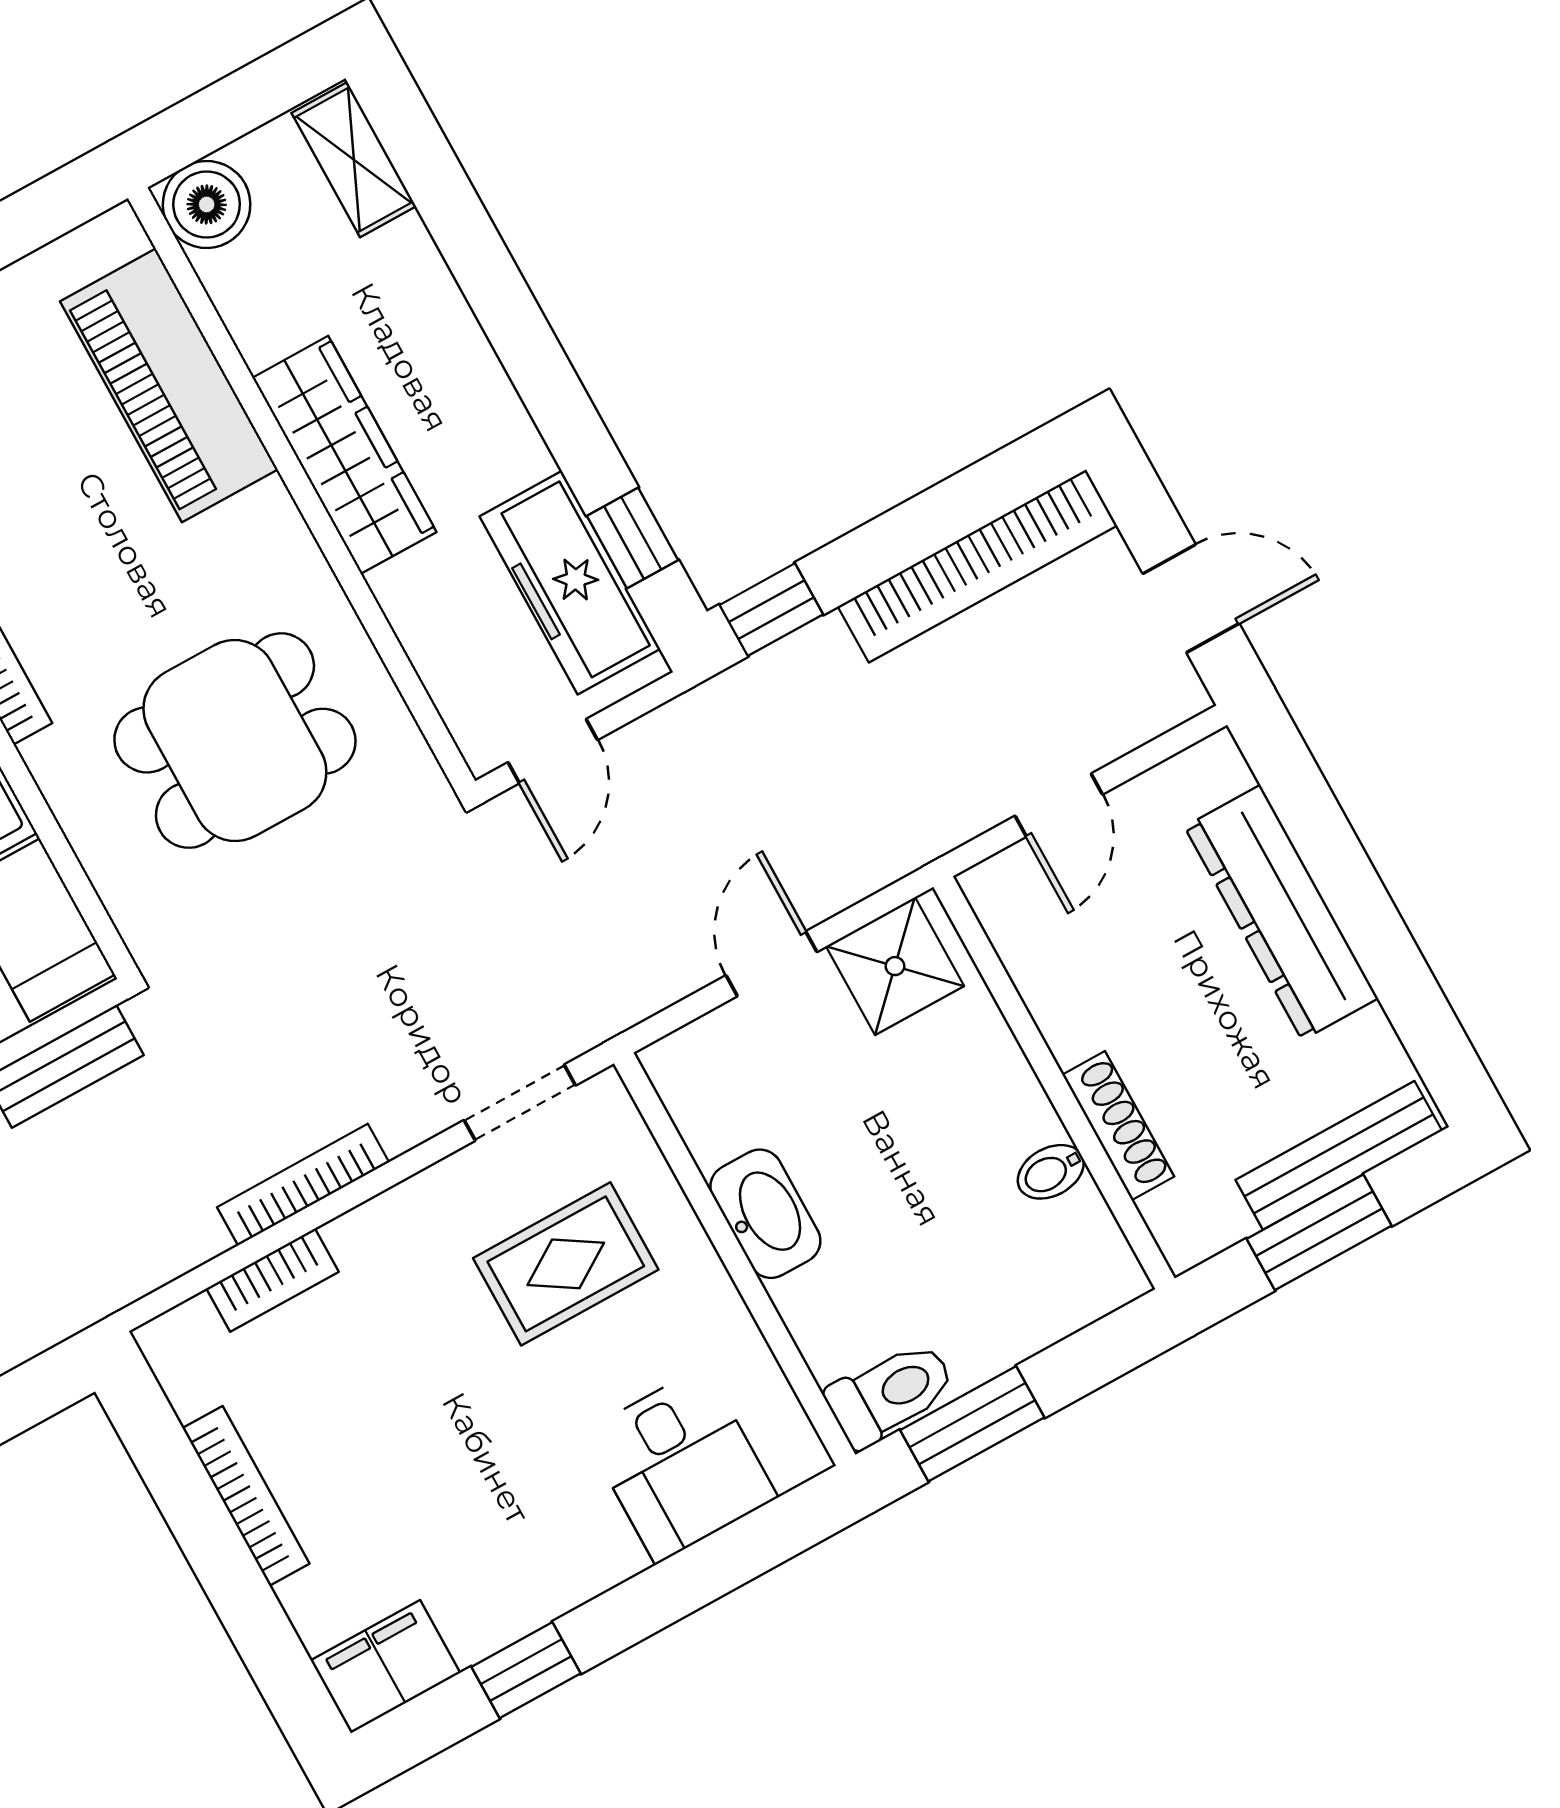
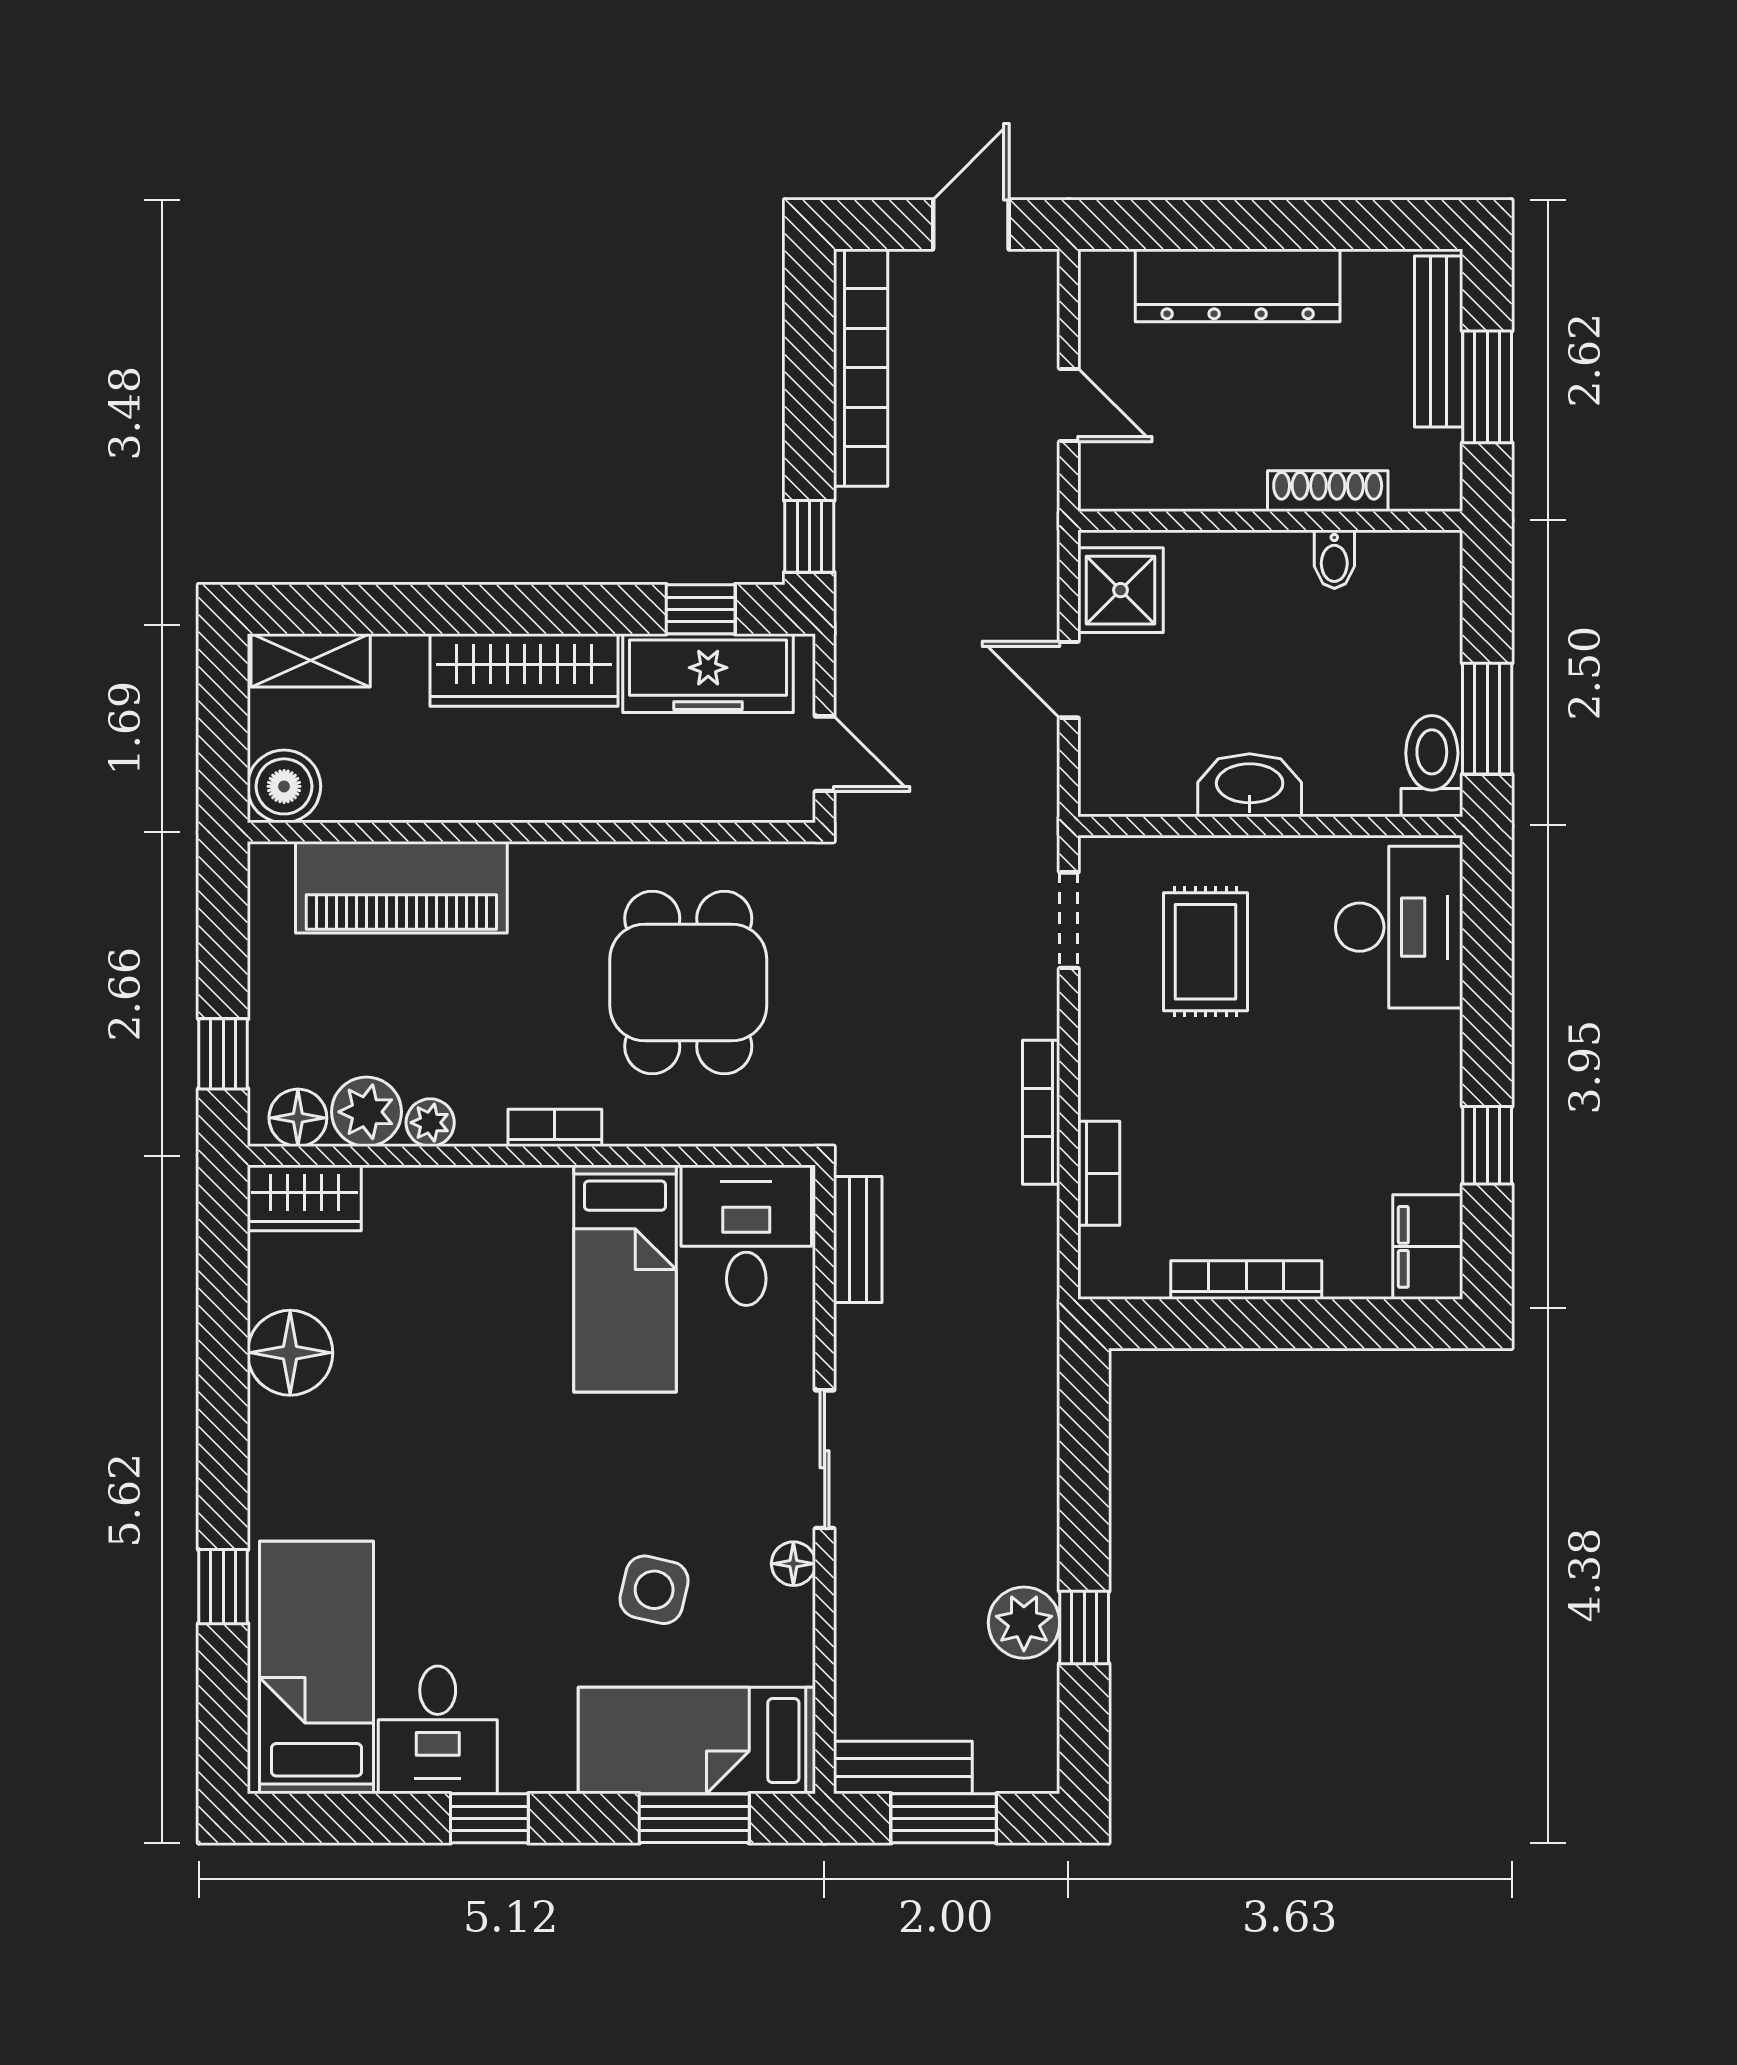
wardrobe: (344, 455) -> (524, 670), moved, turned 180
desk: (680, 1465) -> (1399, 927), width x1.37

